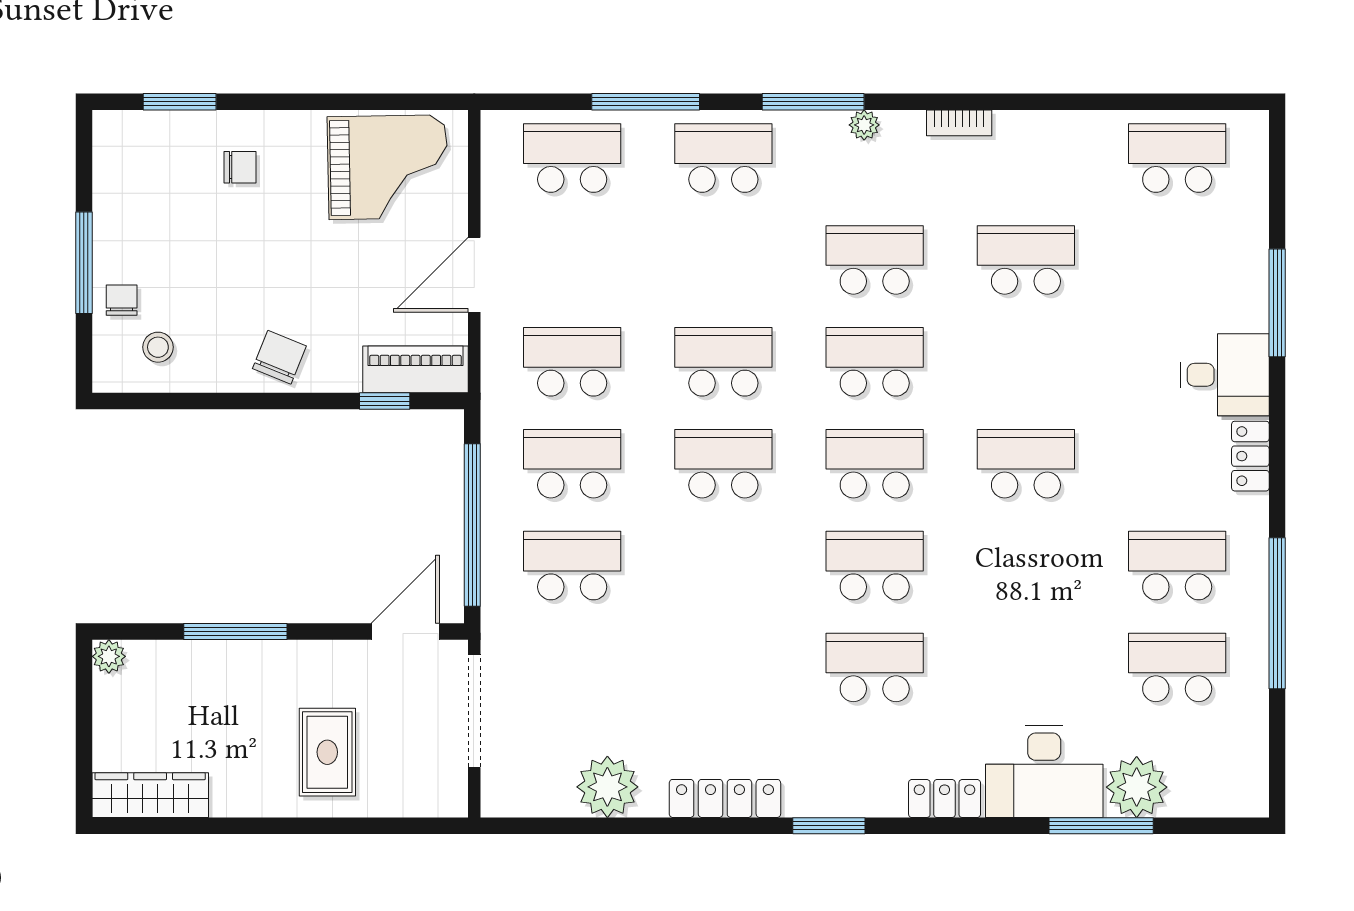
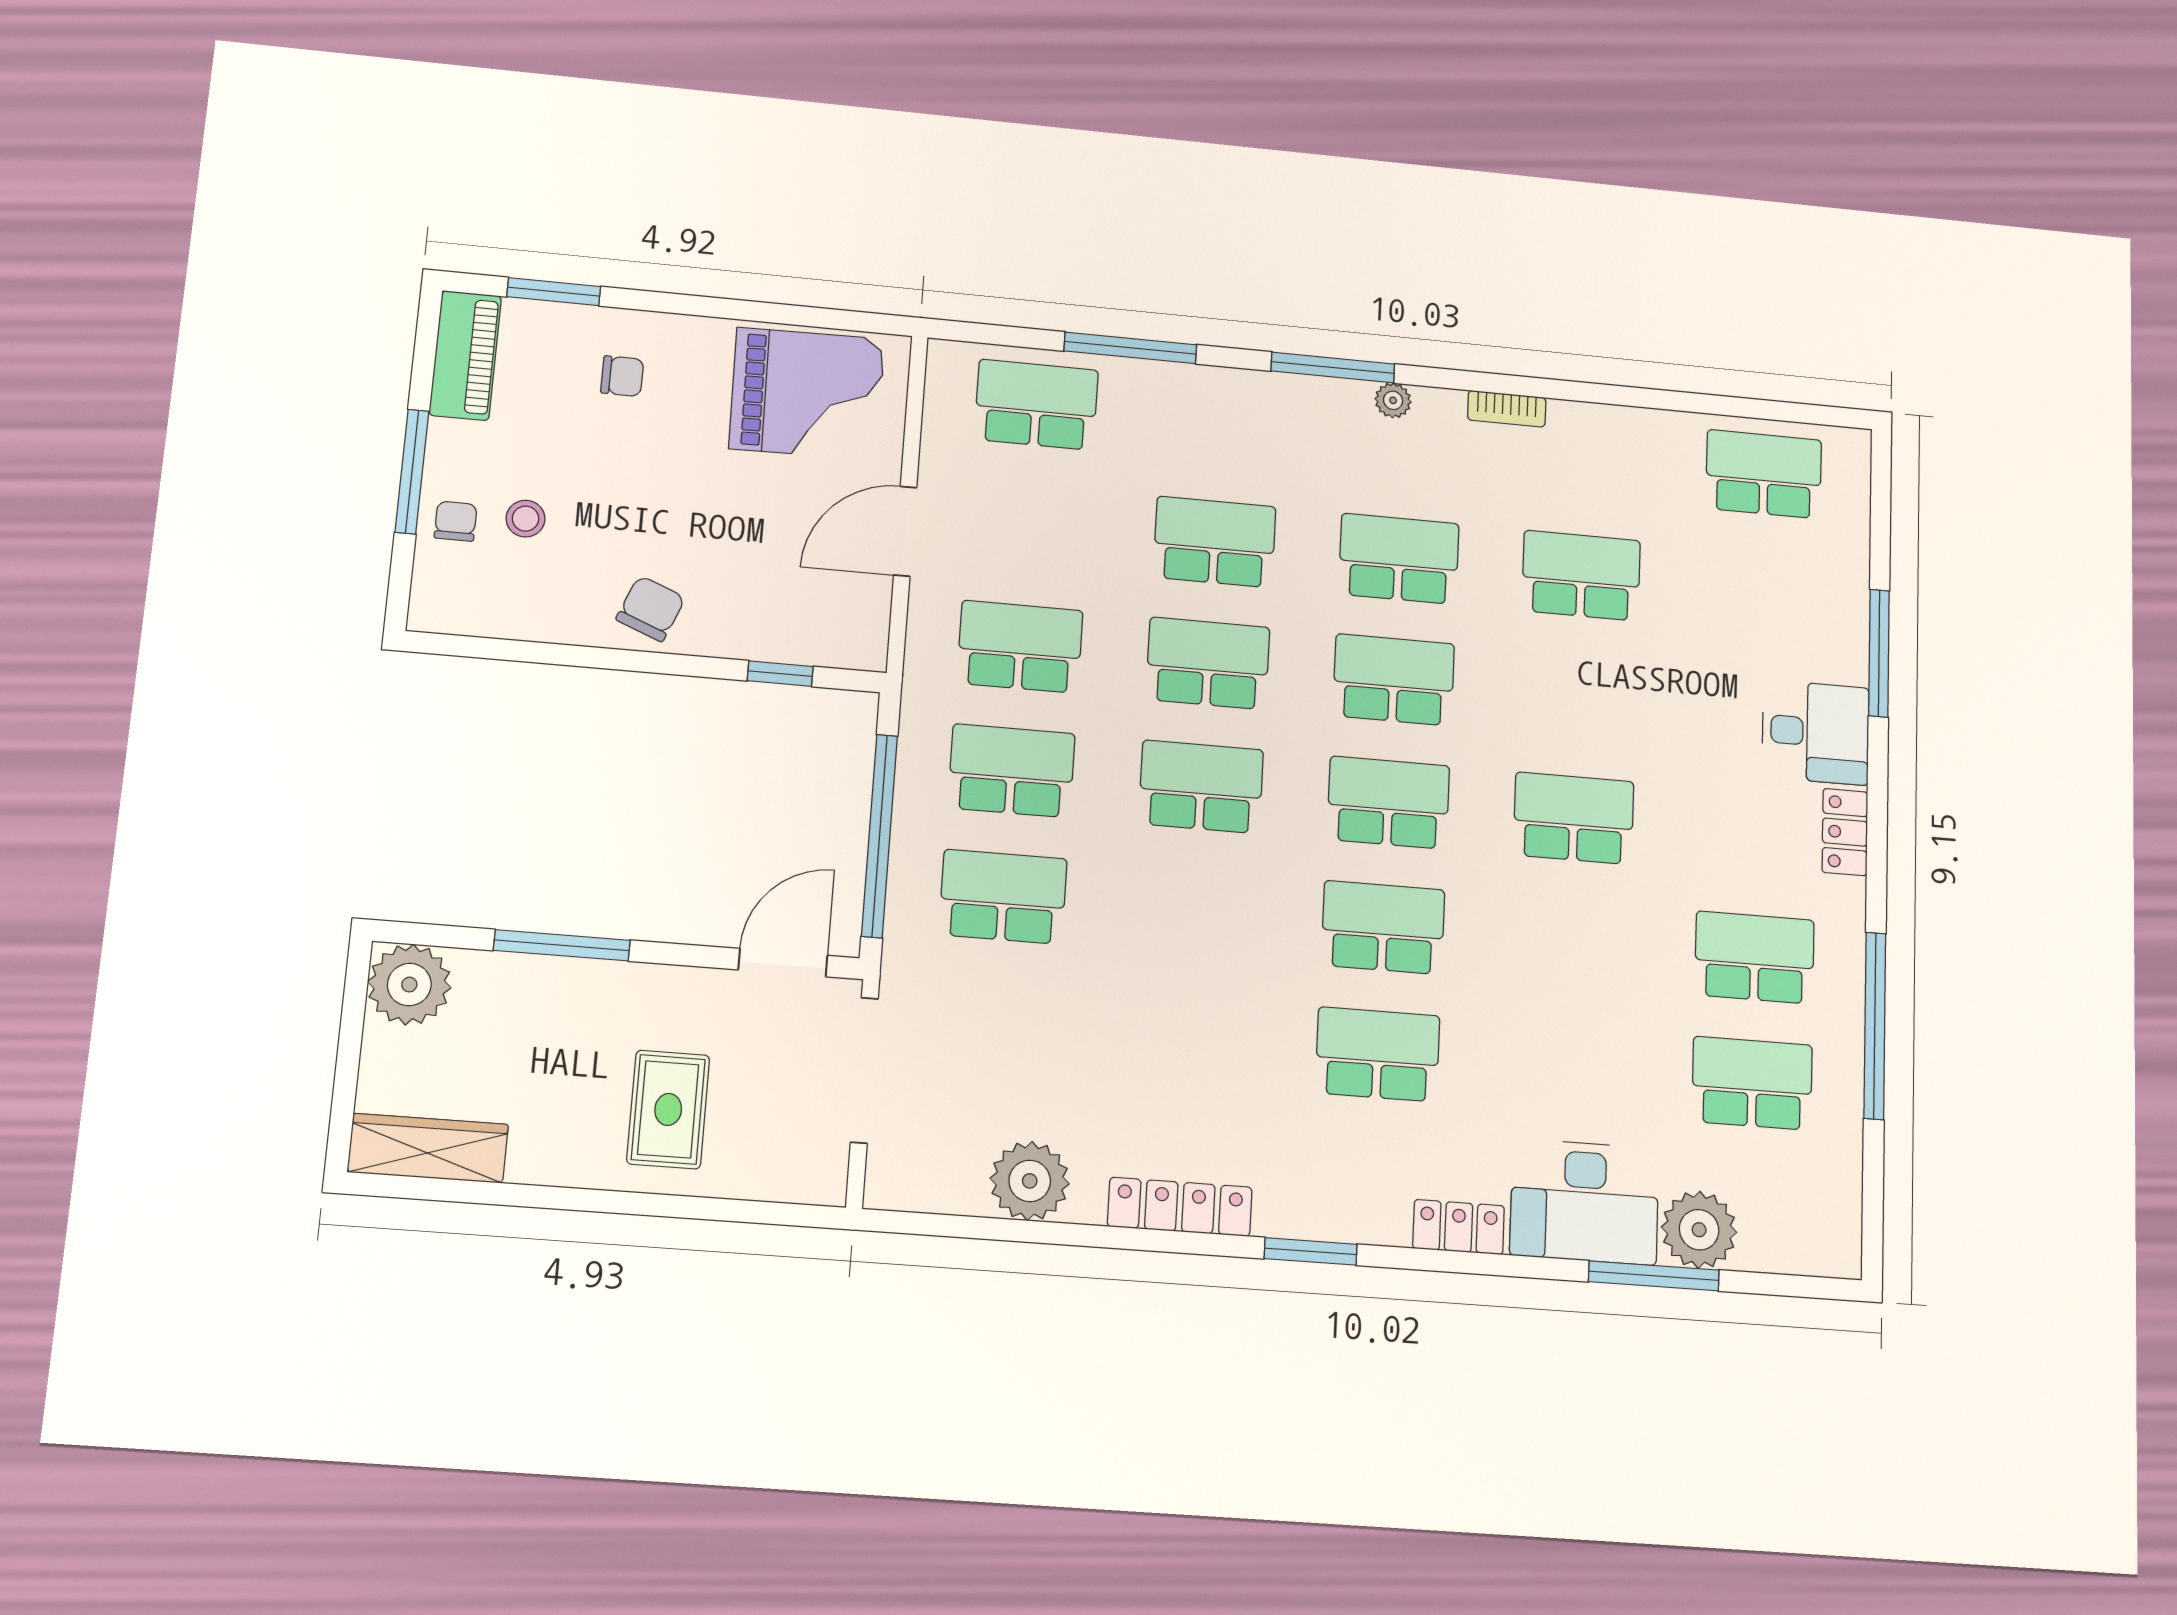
school desk: (723, 158) -> (1215, 542), moved
stool: (158, 347) -> (526, 519), moved
piano: (415, 369) -> (465, 355), moved, turned 90
plant: (109, 656) -> (409, 985), width x1.87, depth x1.87

